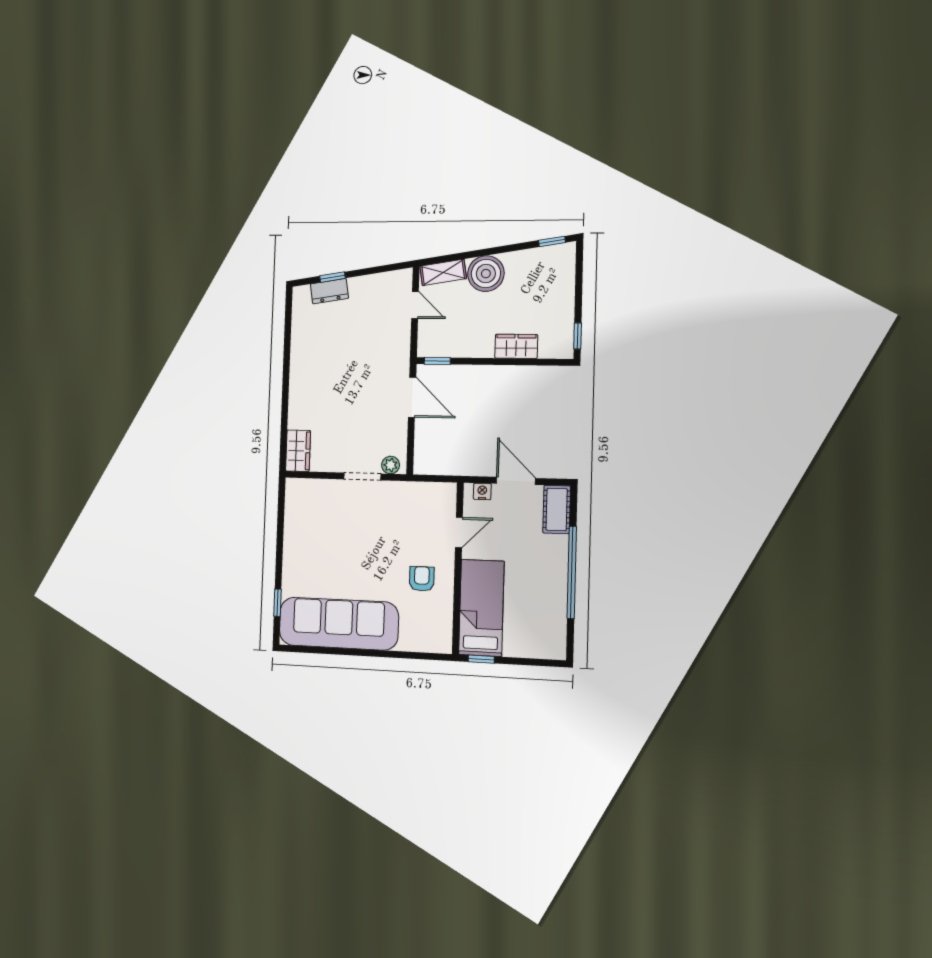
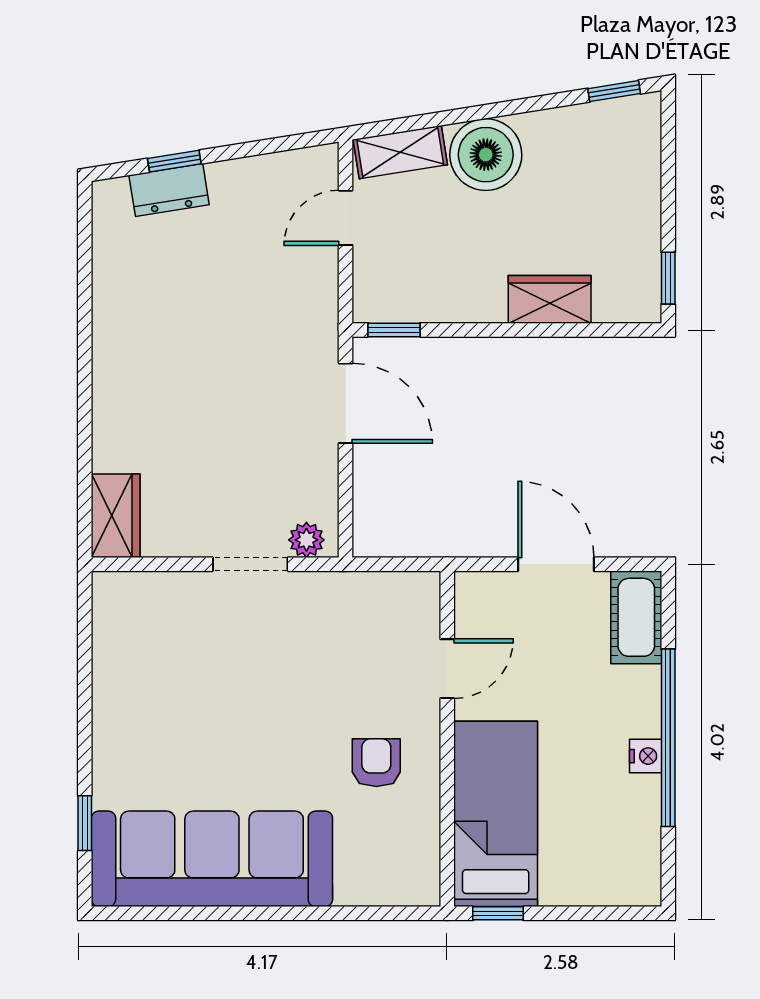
door: (415, 305) -> (346, 218), swing flipped
nightstand: (482, 491) -> (646, 756), moved, turned 90

